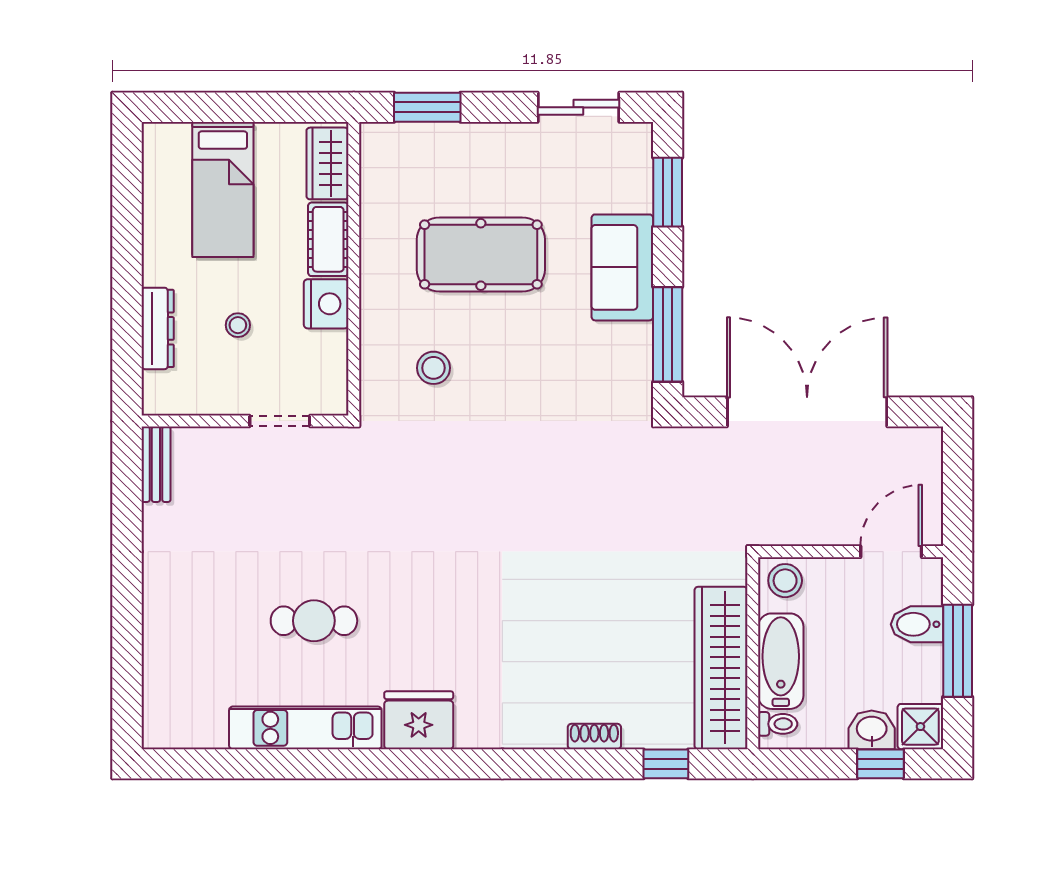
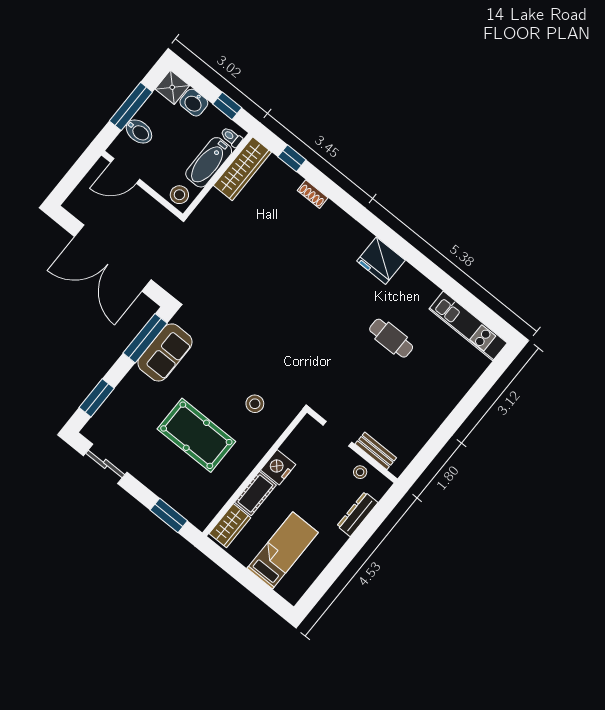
sofa: (622, 267) -> (165, 352), moved
stool: (238, 325) -> (360, 472), moved
bench: (156, 464) -> (376, 451), moved, turned 90
wardrobe: (721, 668) -> (242, 169), width x0.71, depth x0.85
kitchen unit: (305, 728) -> (468, 326), moved
window: (880, 764) -> (227, 106), moved

